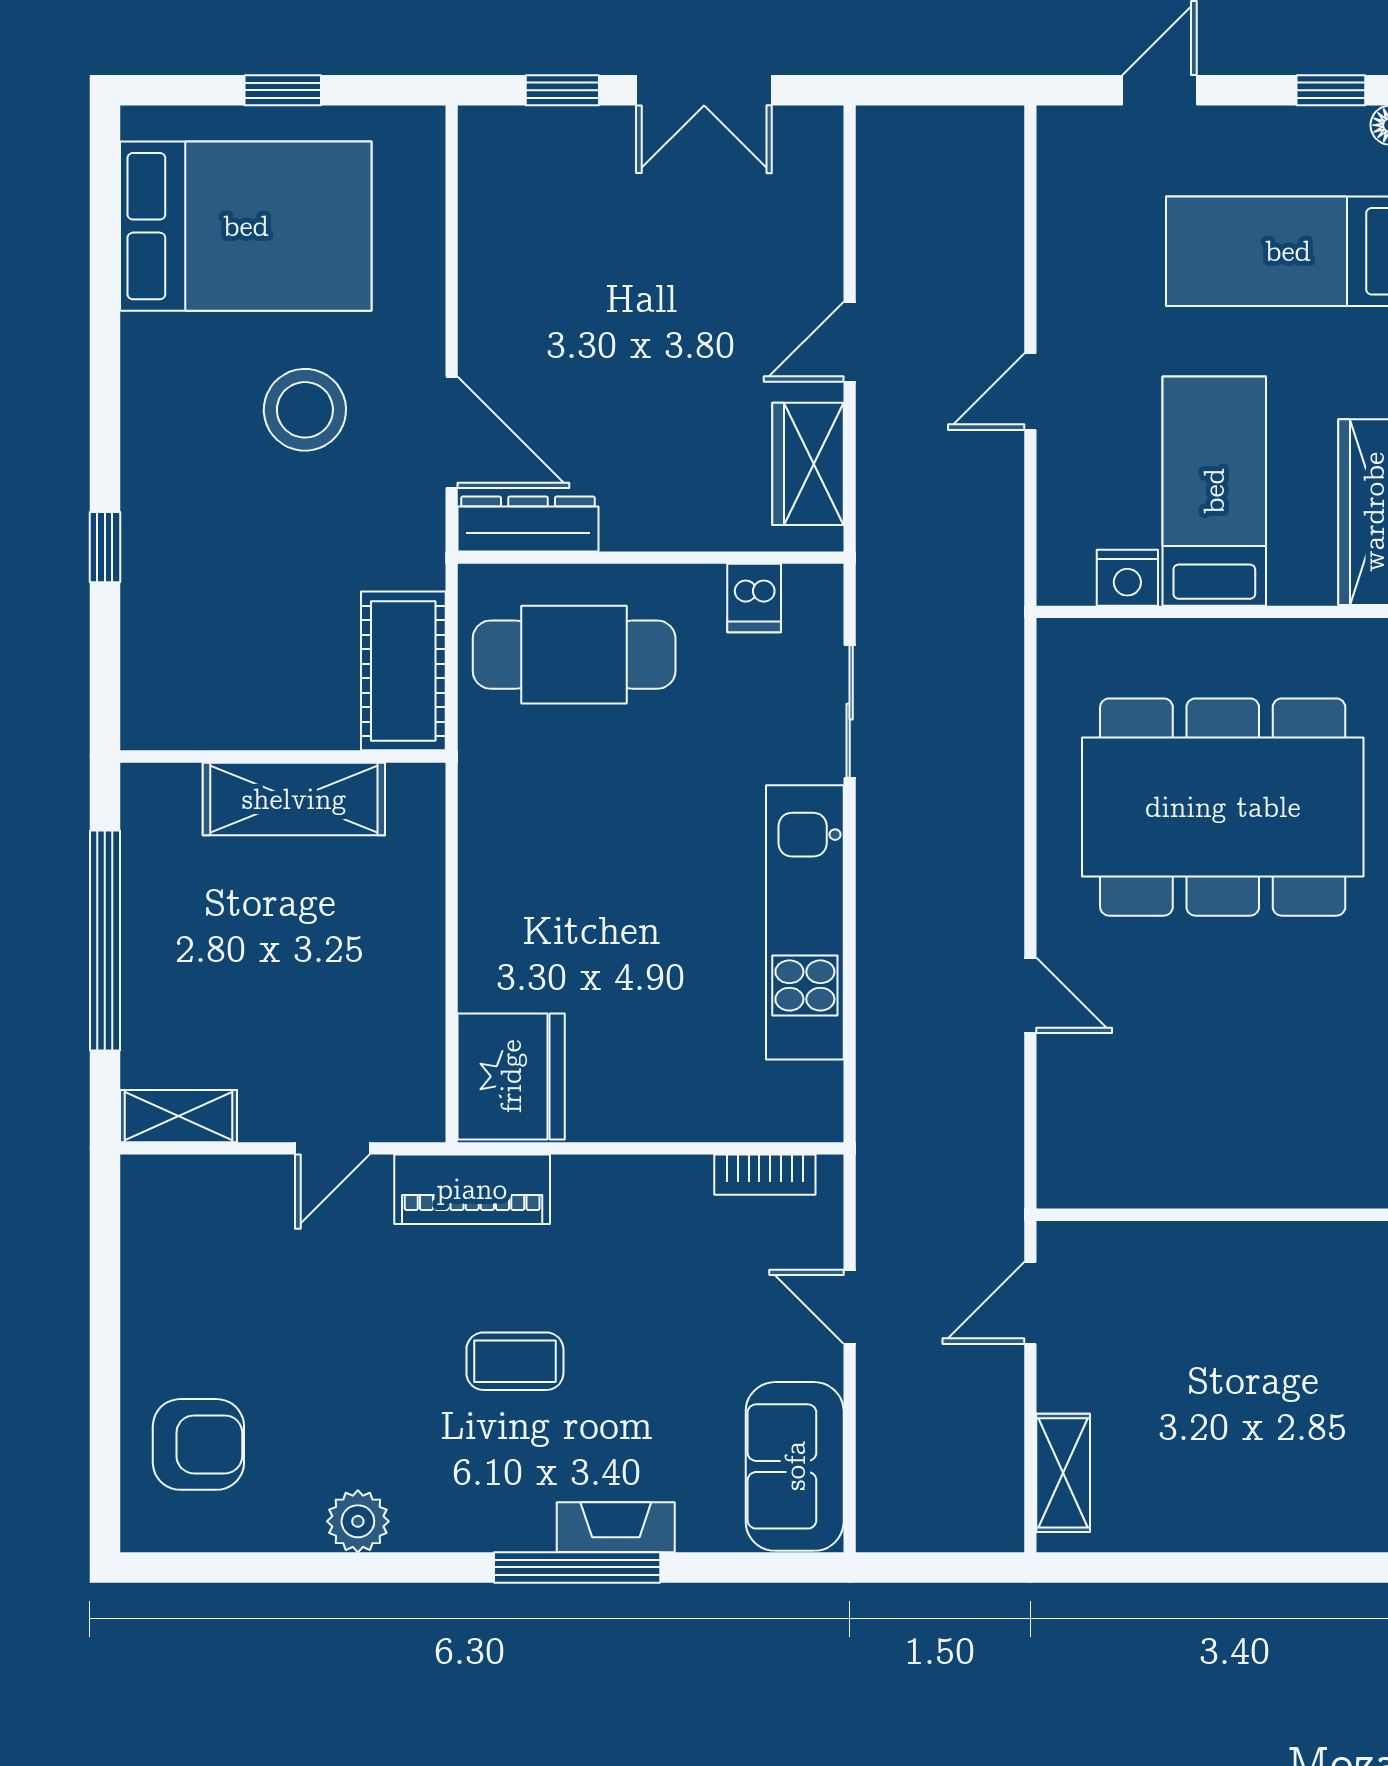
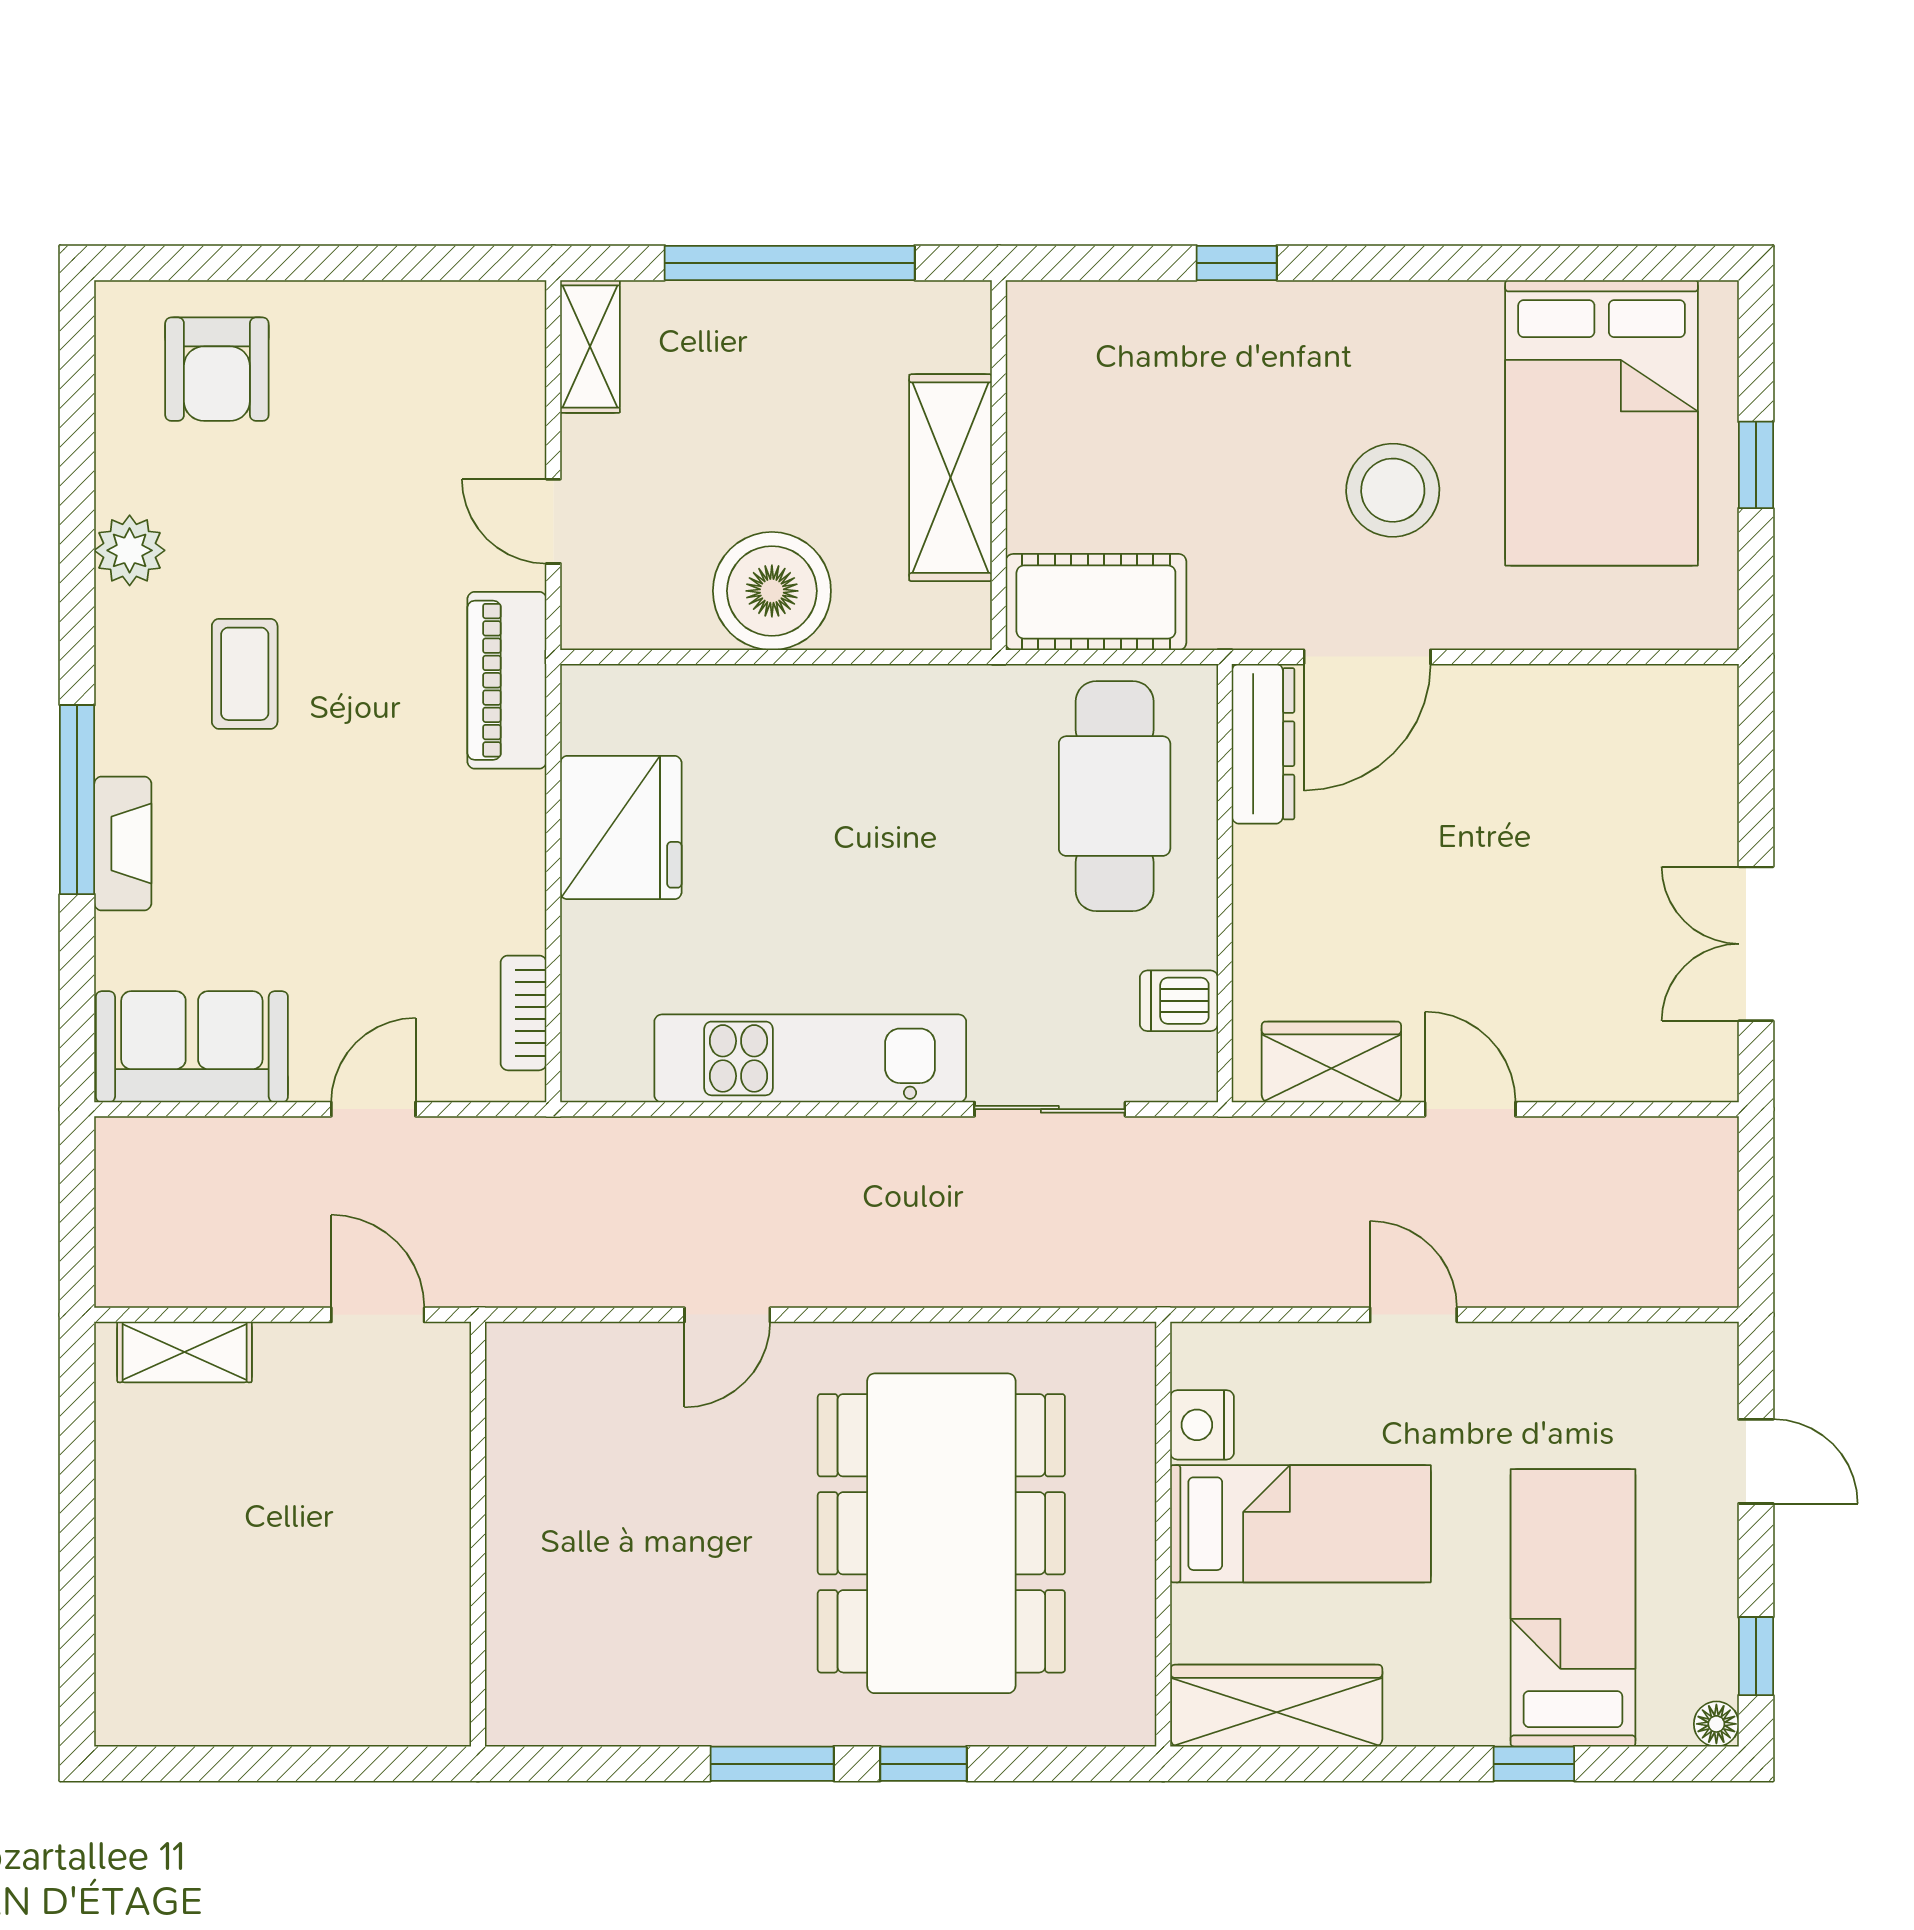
window: (562, 90) -> (1756, 783), removed
boiler: (394, 956) -> (772, 591), added
fridge: (511, 1076) -> (621, 828), moved, turned -90
coffee table: (515, 1361) -> (245, 674), moved

